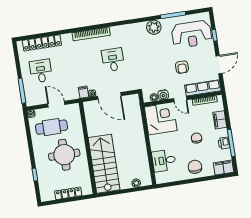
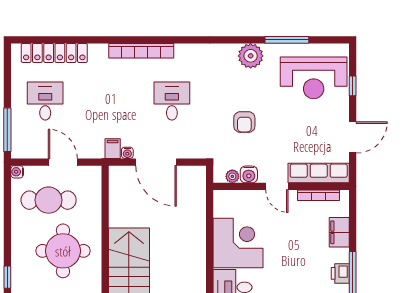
armchair: (182, 67) -> (244, 122), moved
corner desk: (161, 119) -> (238, 243), moved
chair: (197, 138) -> (295, 257), removed

